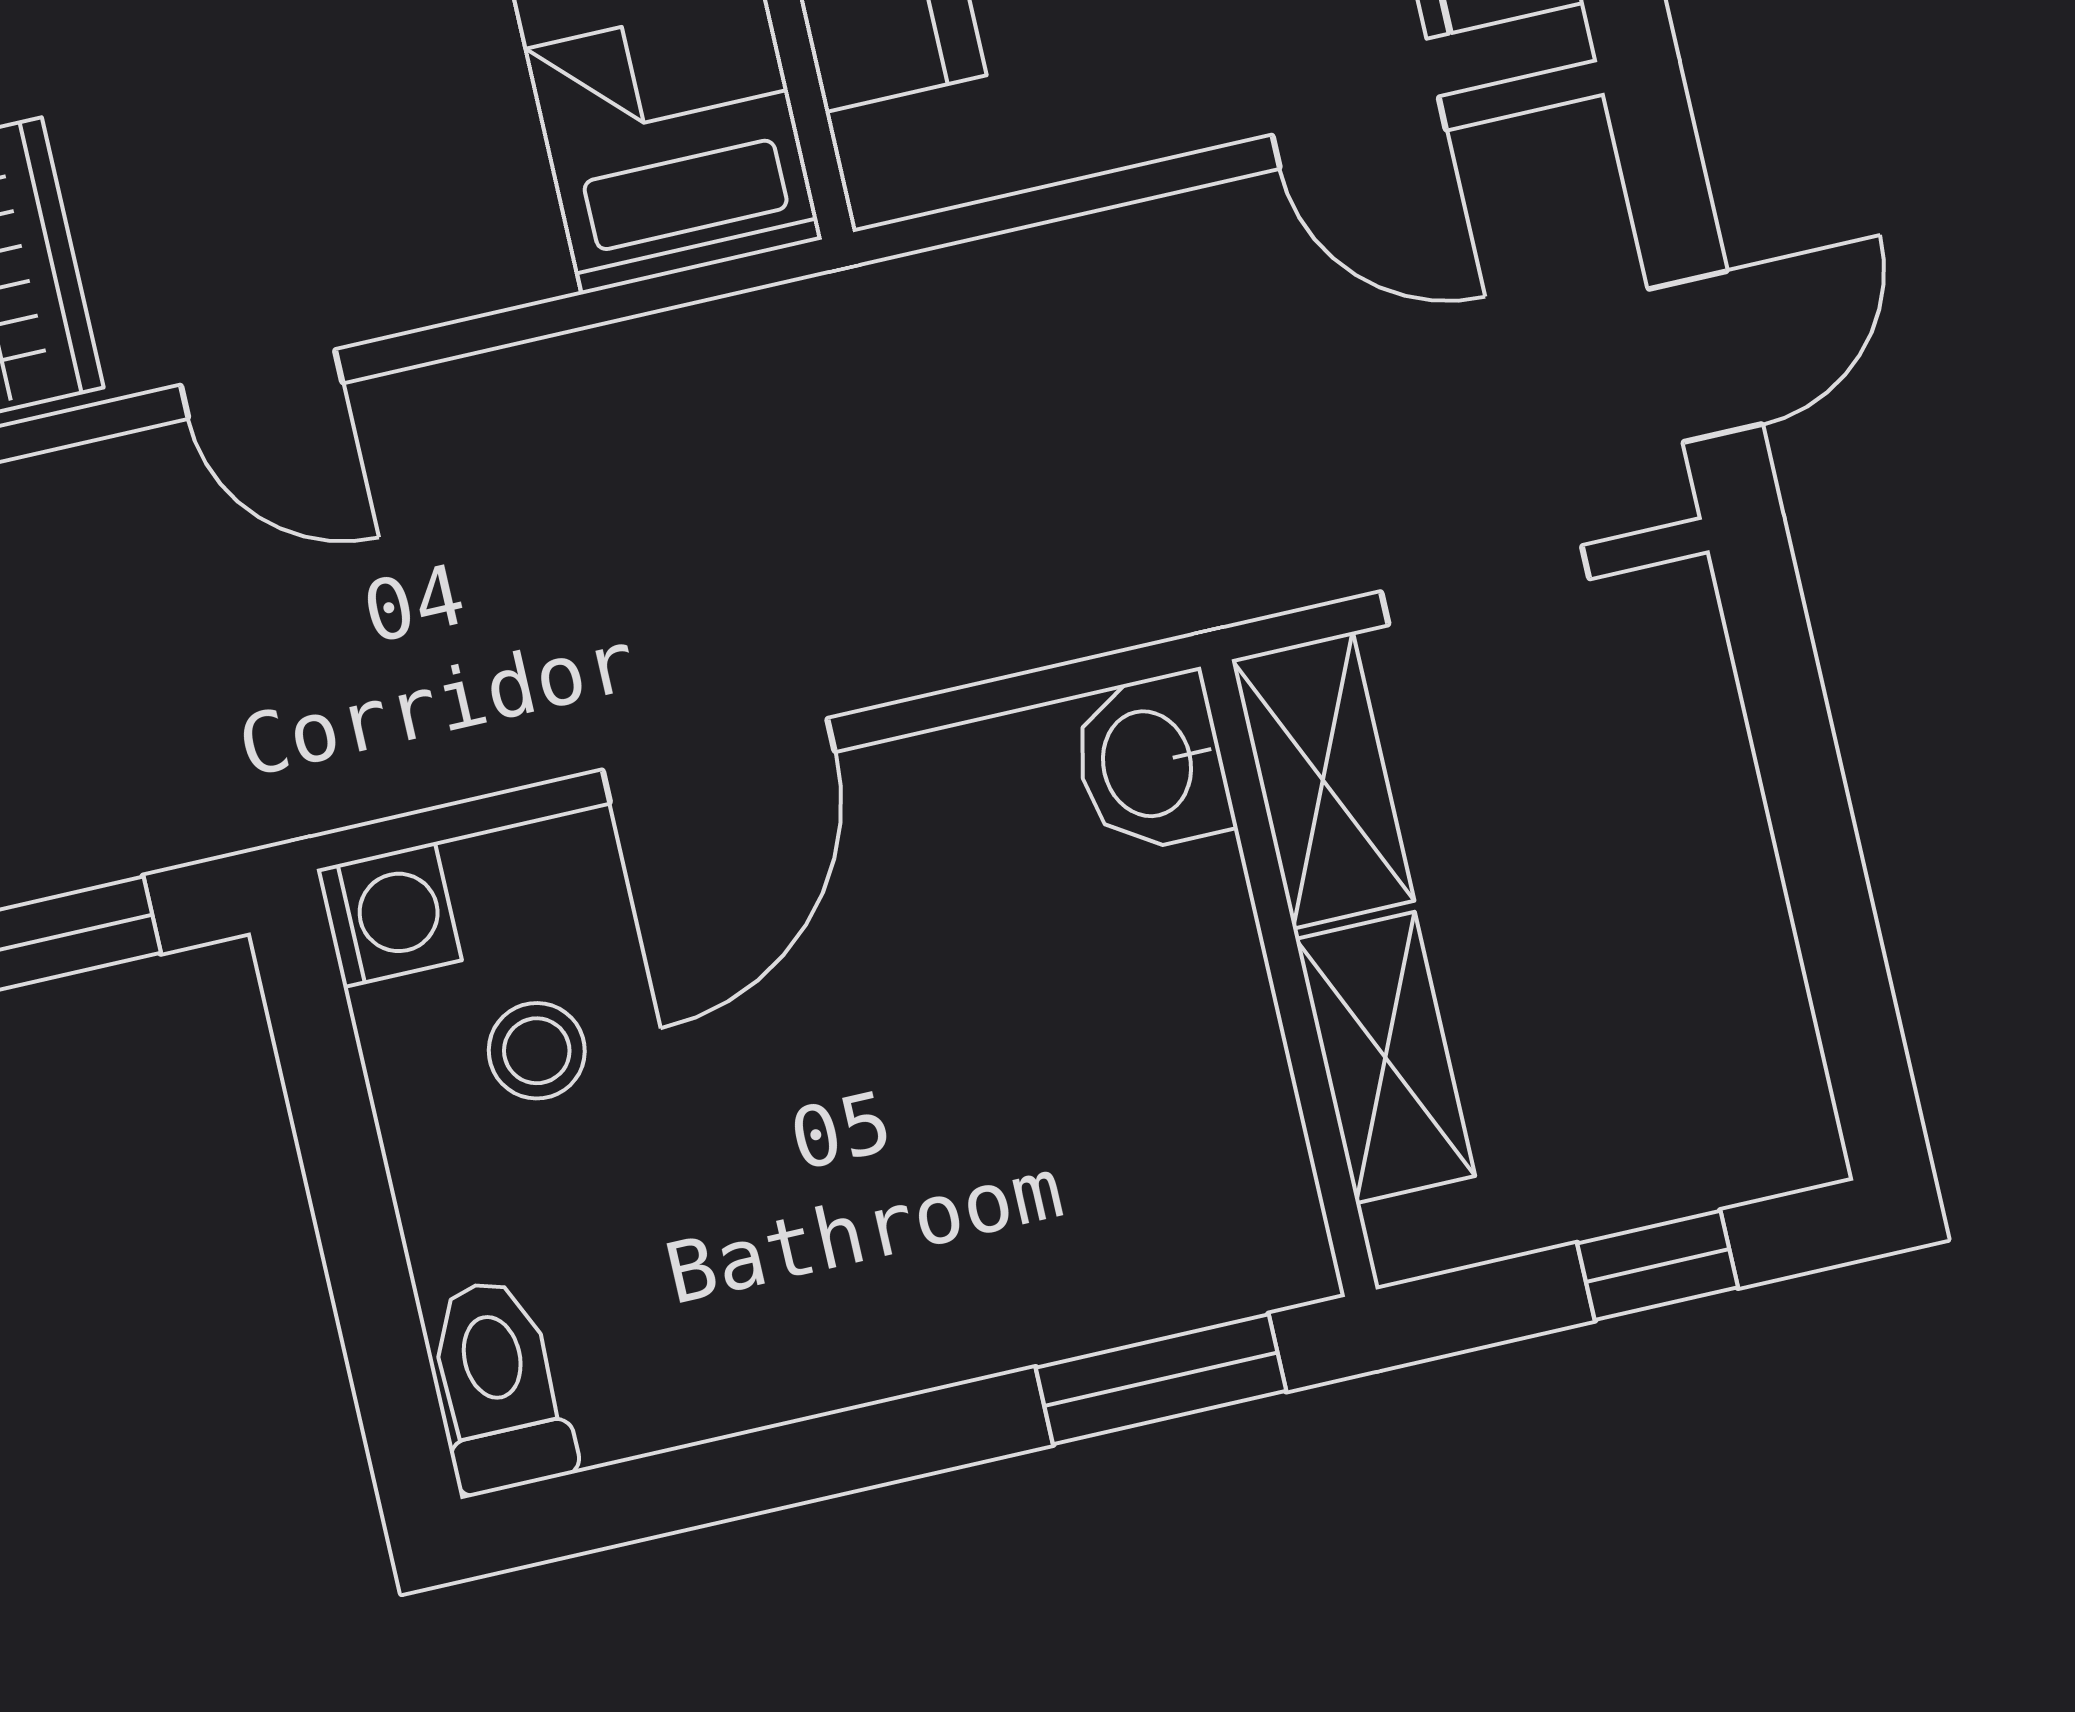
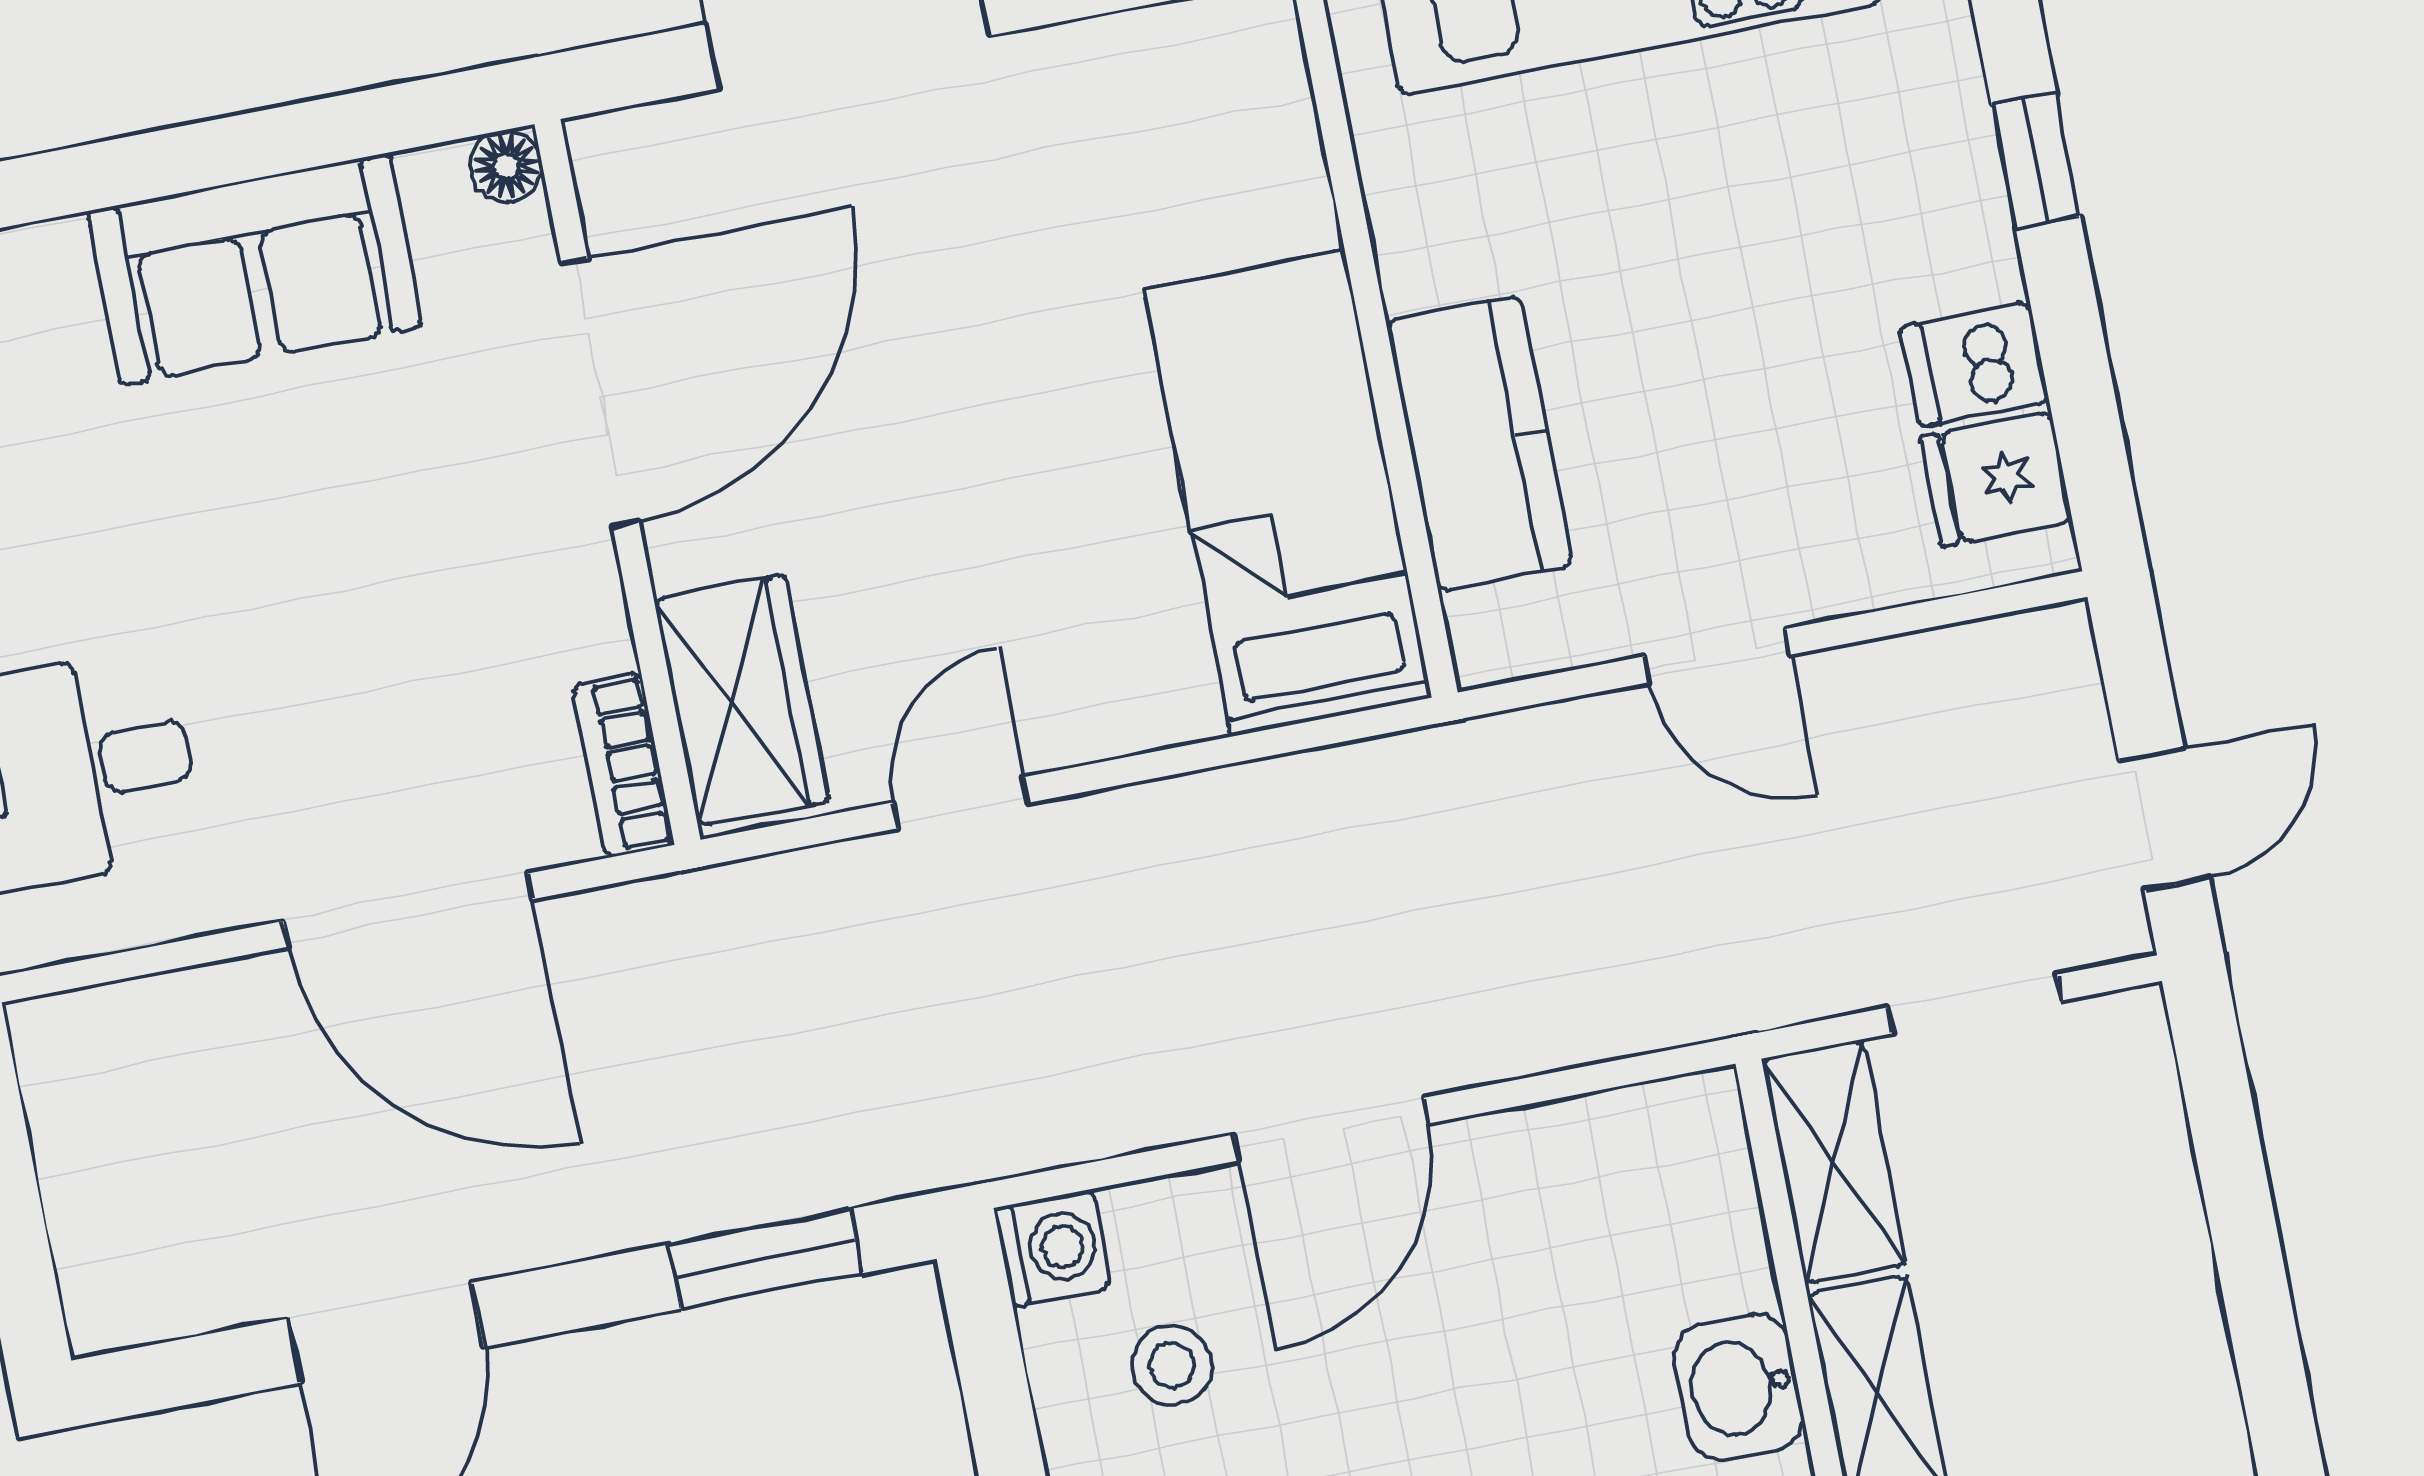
door: (1359, 133) -> (1717, 656), moved
door: (262, 384) -> (961, 803), swing flipped
washbasin: (1151, 763) -> (1739, 1387), moved

